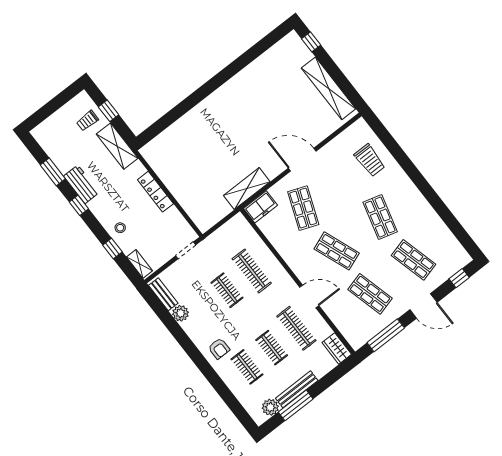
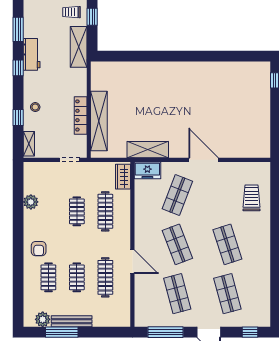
shelving: (329, 88) -> (99, 121), moved
trolley: (370, 160) -> (252, 198), turned 180
locker: (155, 192) -> (81, 115), moved
shop shelf: (380, 217) -> (227, 244), turned -33
bench: (163, 294) -> (29, 179), removed
wardrobe: (337, 348) -> (123, 177), moved

